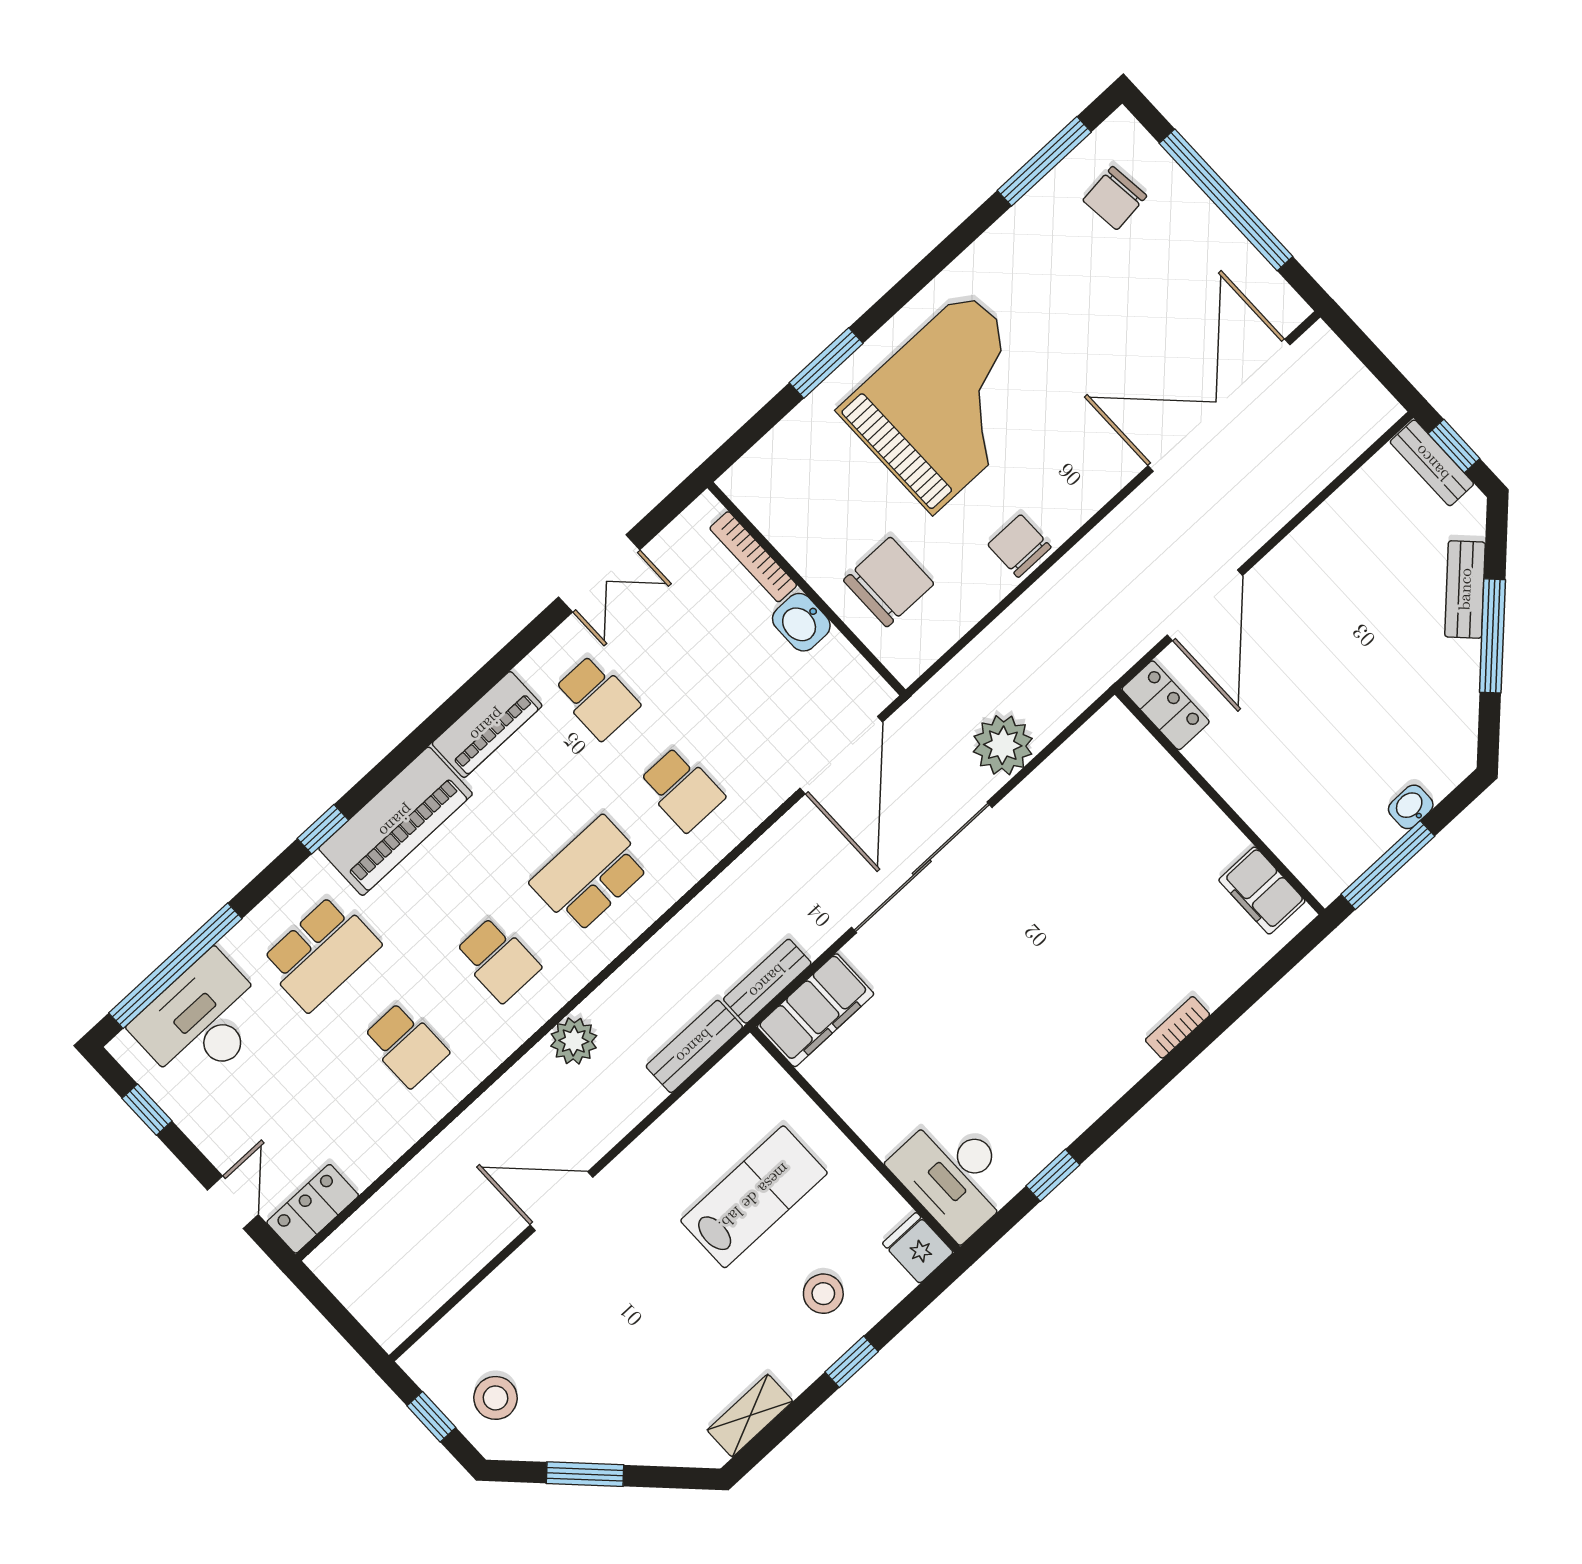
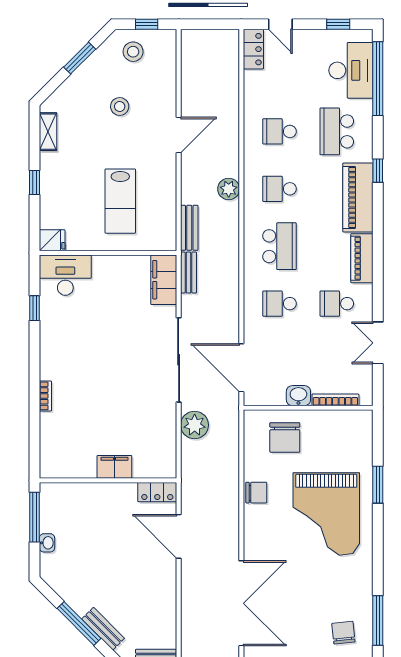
filing cabinet: (1262, 891) -> (114, 467), moved
stool: (823, 1294) -> (120, 106), moved

